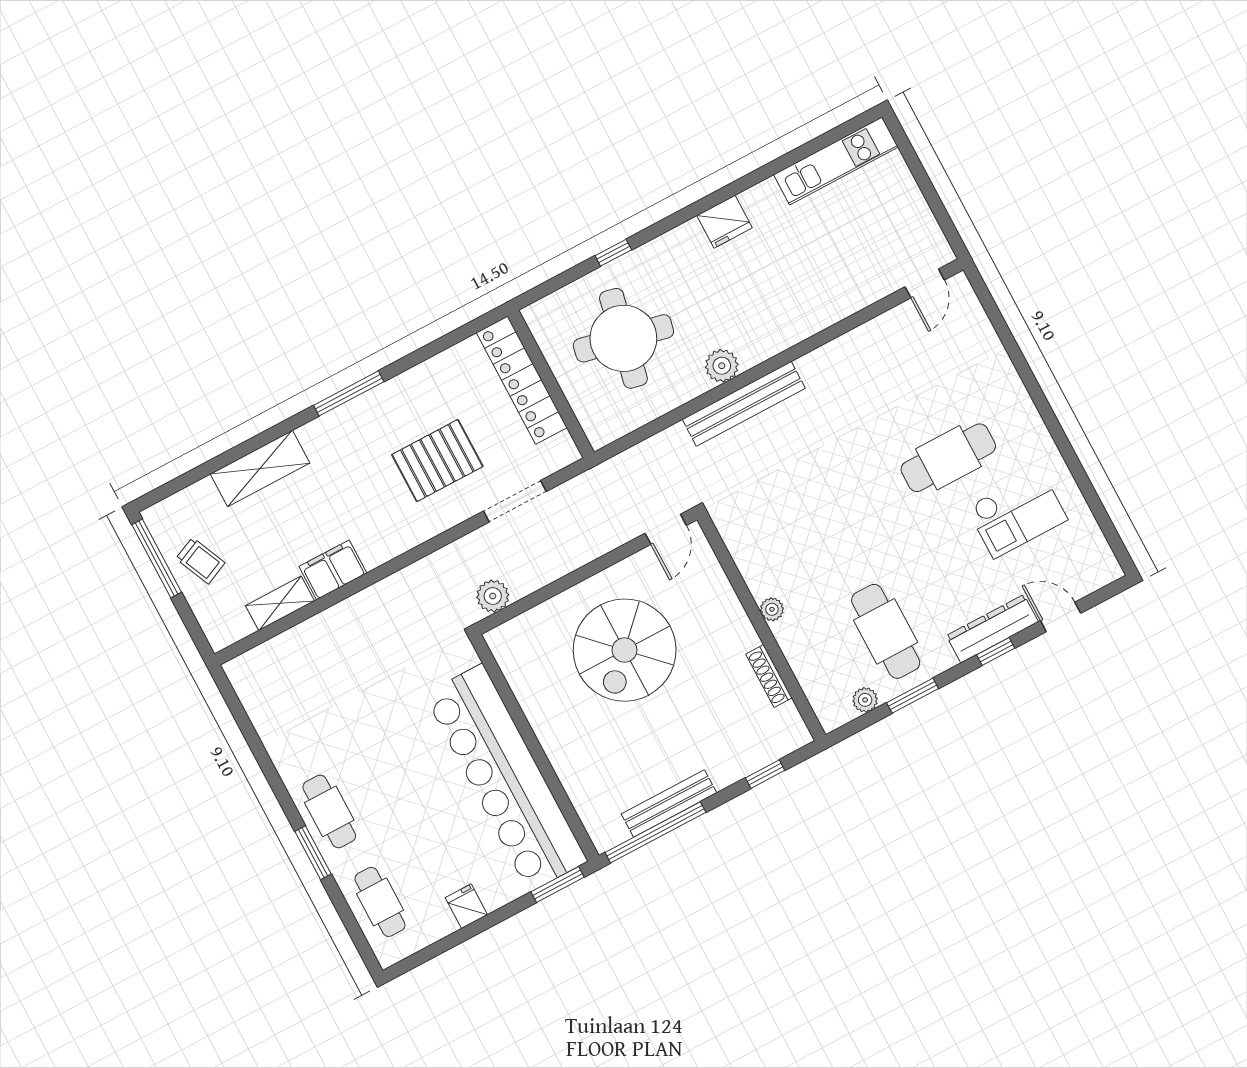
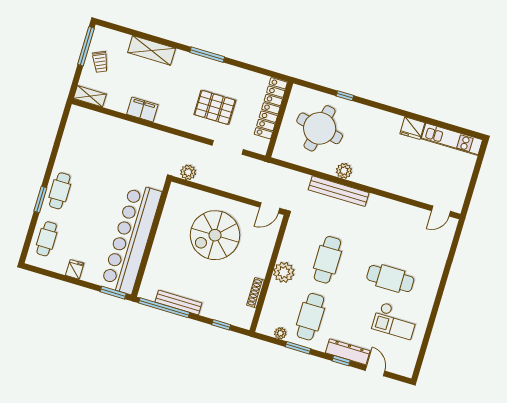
fridge: (724, 222) -> (412, 128), moved
cafe table: (827, 522) -> (327, 260), added
shelving: (280, 603) -> (90, 96), moved
plant: (772, 609) -> (284, 272), width x1.88, depth x1.88

